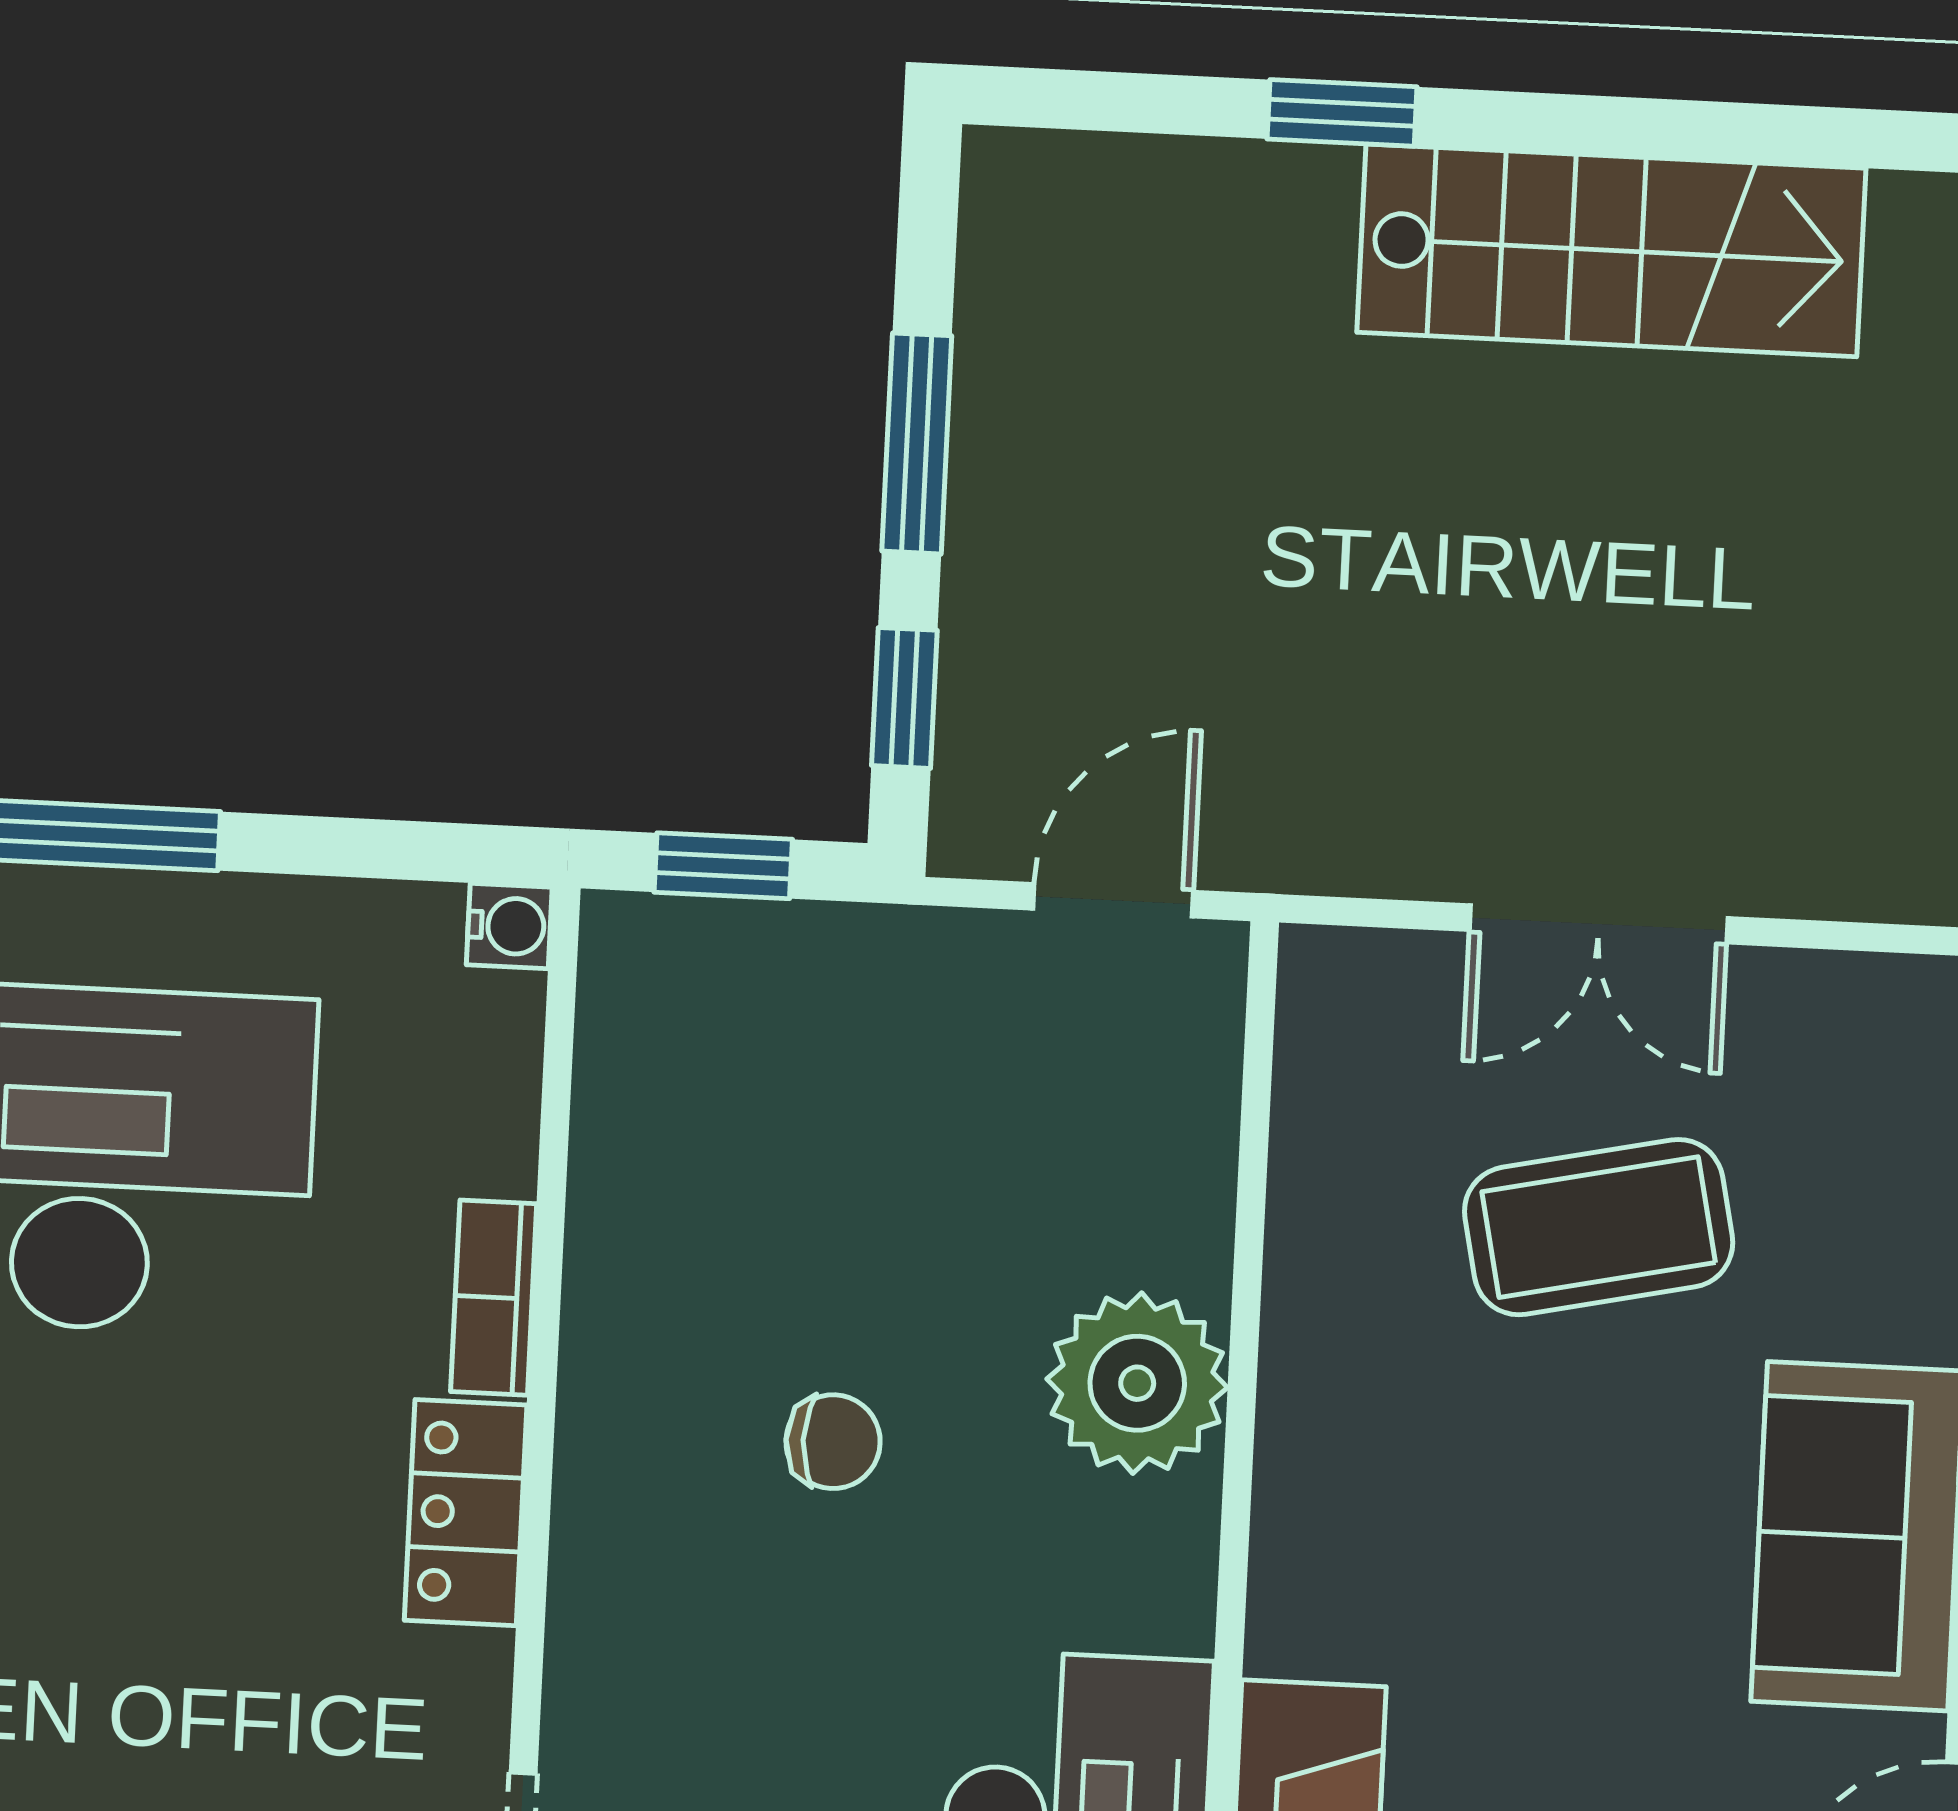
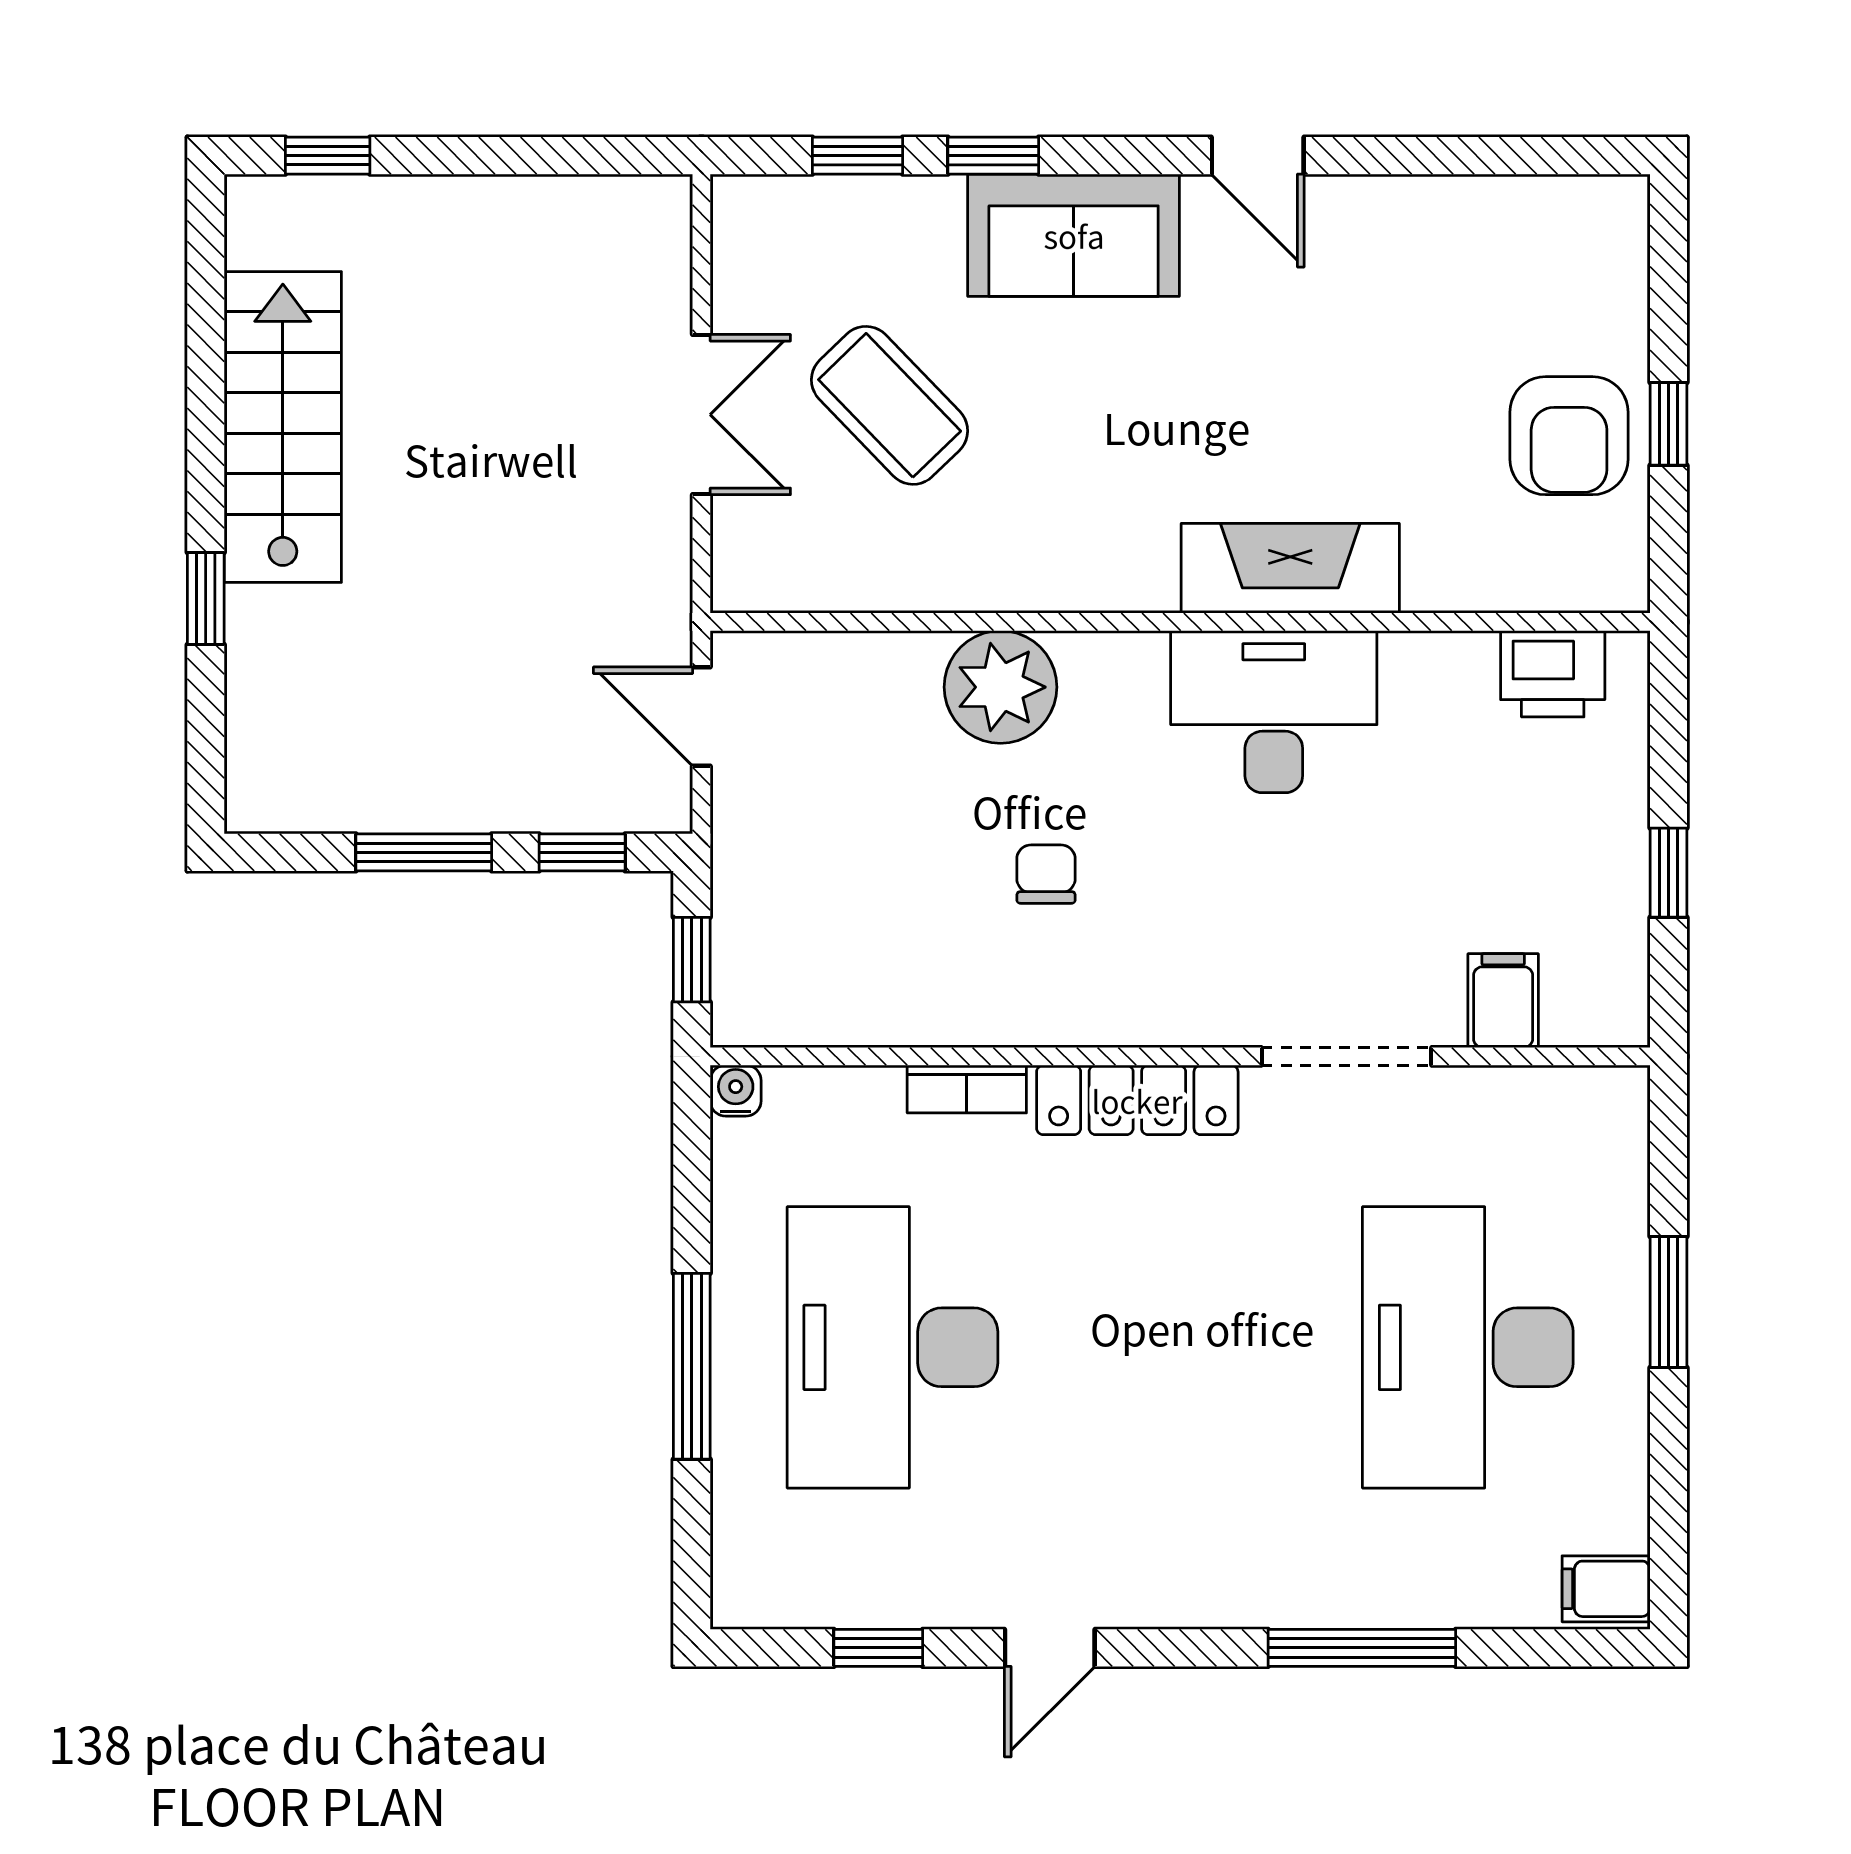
coffee table: (1599, 1227) -> (890, 405), turned -32
locker: (466, 1513) -> (1137, 1100), width x1.53

